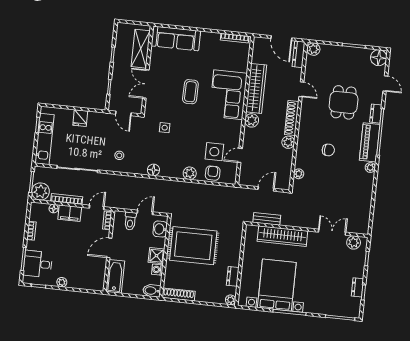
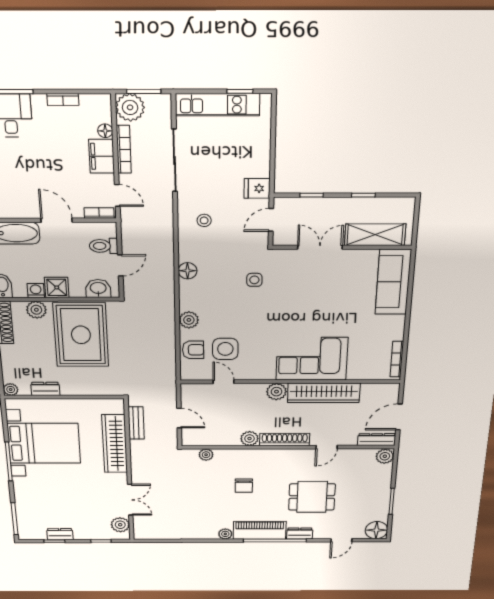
coffee table: (190, 92) -> (313, 309), removed
fridge: (80, 118) -> (257, 188), moved
door: (145, 212) -> (120, 265), hinge flipped
plant: (171, 272) -> (36, 310), added

